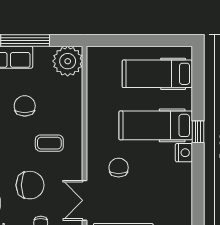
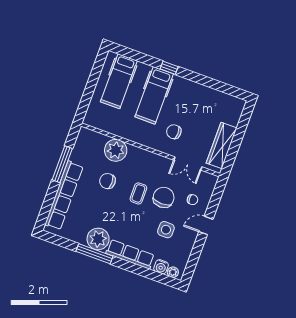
plant: (68, 61) -> (116, 150), moved
coffee table: (49, 143) -> (138, 193), moved
nightstand: (184, 153) -> (180, 83), removed

